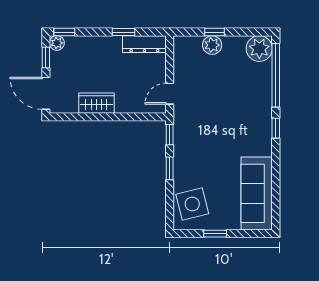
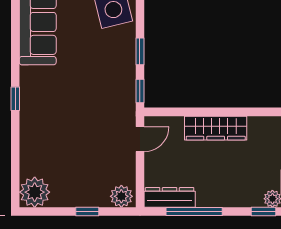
window: (124, 32) -> (194, 212), width x2.17
plant: (212, 45) -> (121, 196), moved
window: (276, 75) -> (15, 161), removed
wardrobe: (96, 103) -> (216, 128), width x1.50

